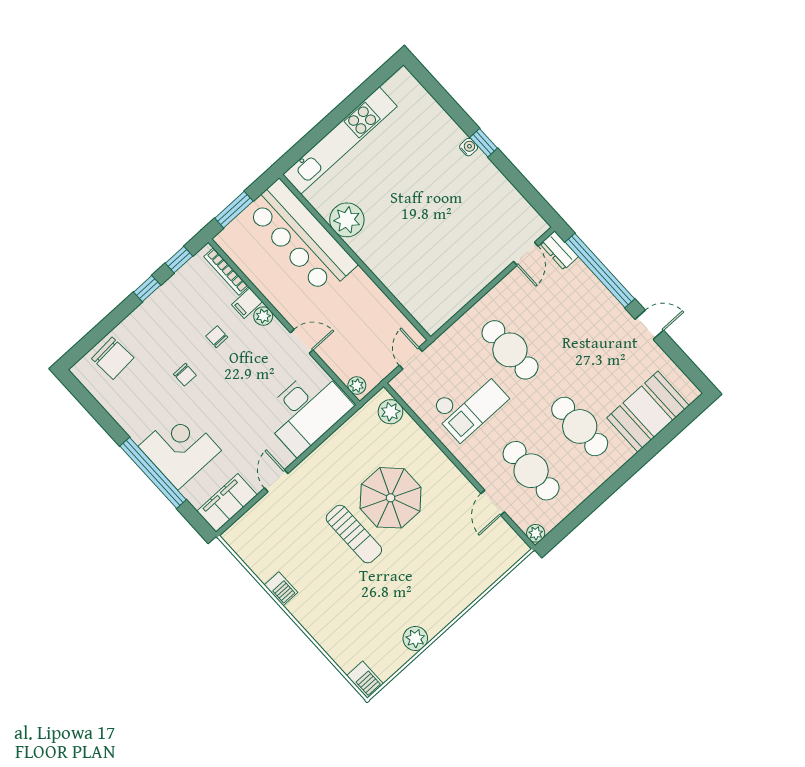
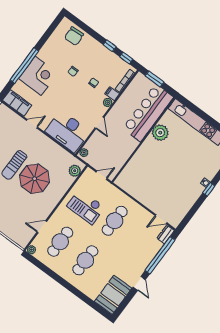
booth: (648, 412) -> (113, 295), moved, turned 90

